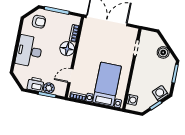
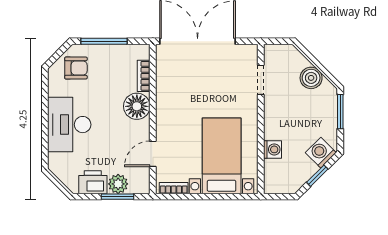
washing machine: (132, 100) -> (272, 149), moved

